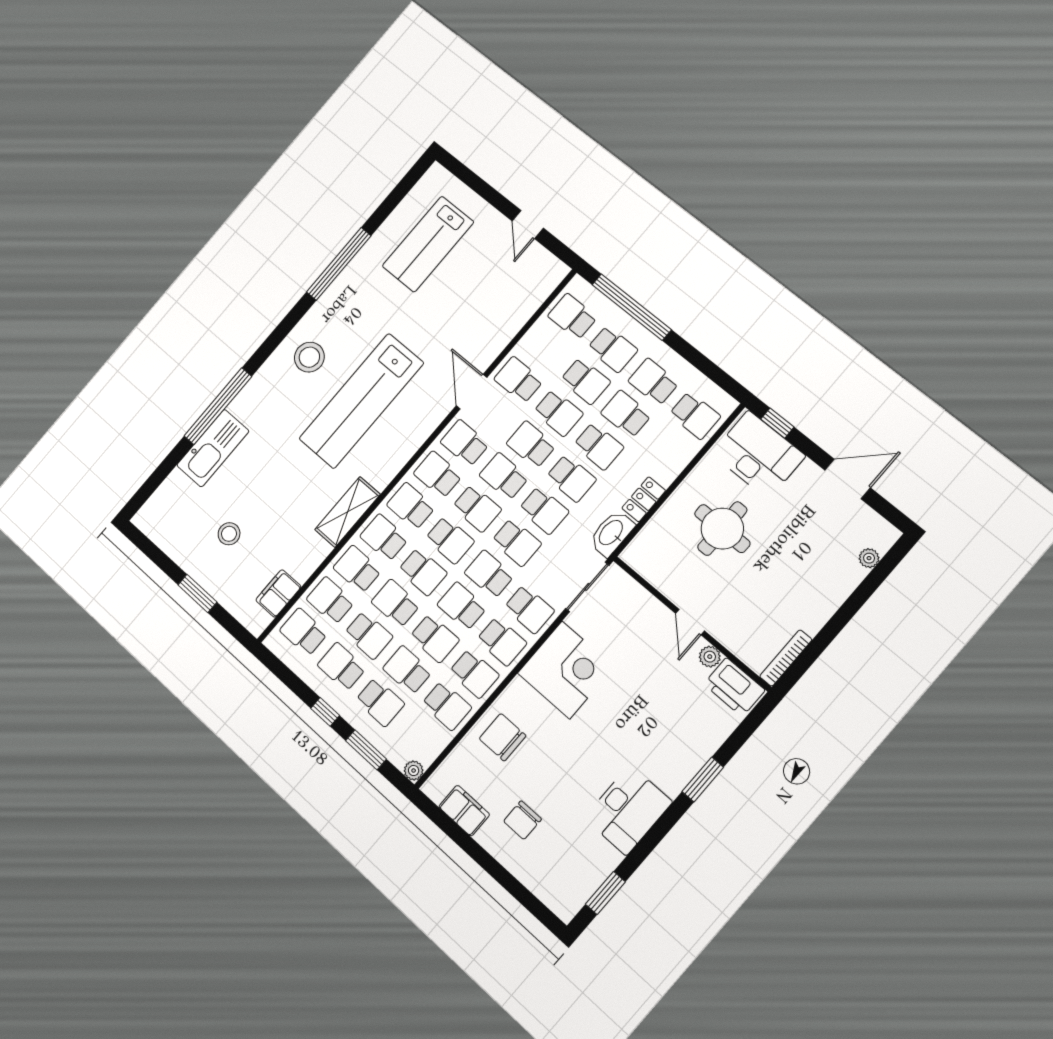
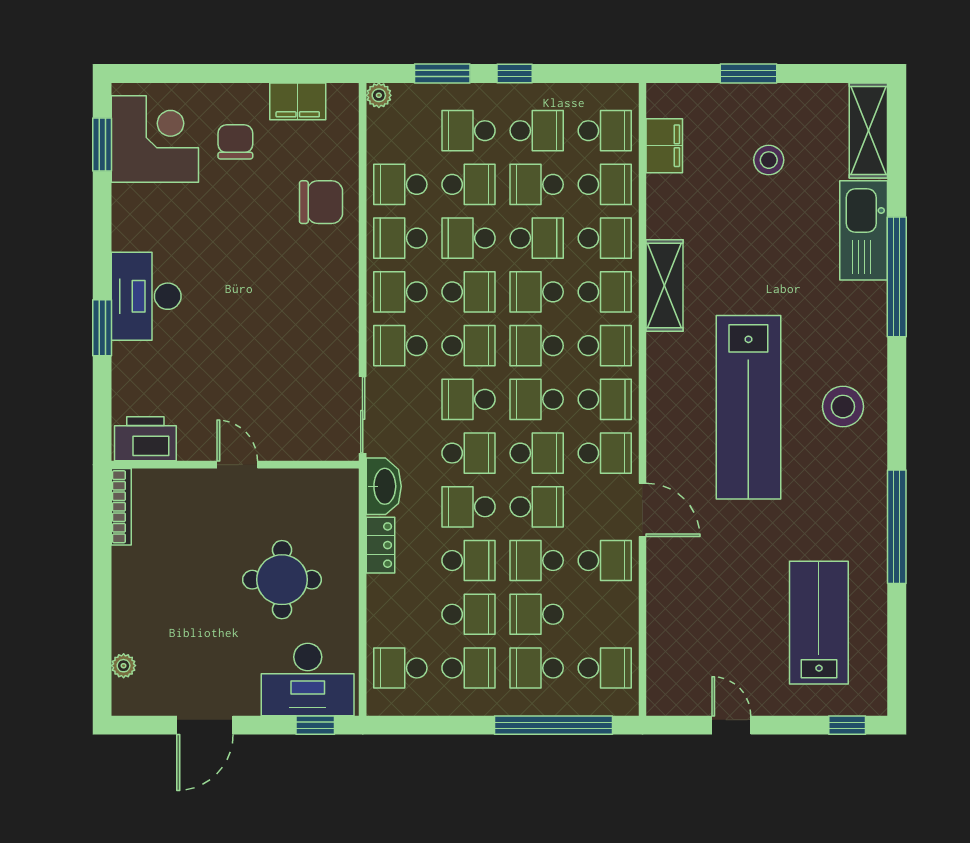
window: (462, 173) -> (847, 725), added
lab bench: (361, 401) -> (748, 407), turned 180
school desk: (599, 446) -> (469, 561), turned 180
shelving: (162, 503) -> (868, 131), added
school desk: (544, 510) -> (469, 453), turned 180
plant: (710, 657) -> (192, 448), removed
corner desk: (566, 670) -> (155, 139), moved, turned 180
desk: (628, 810) -> (146, 296), moved

